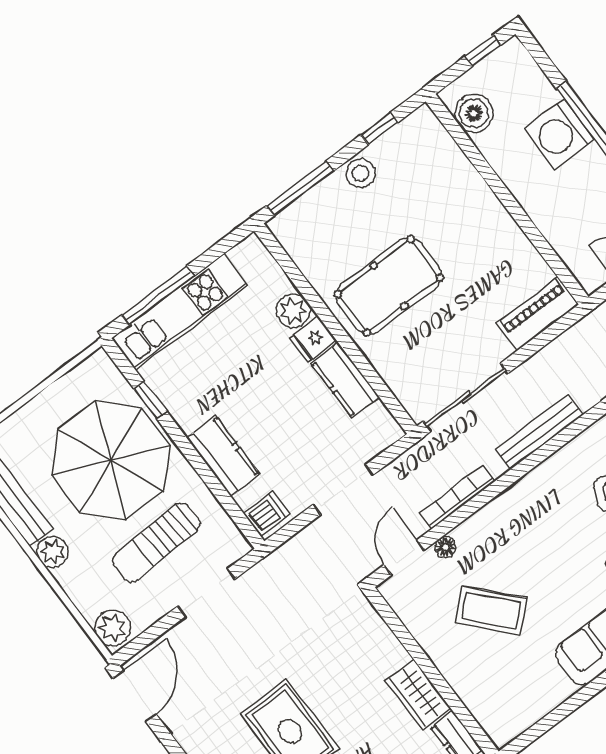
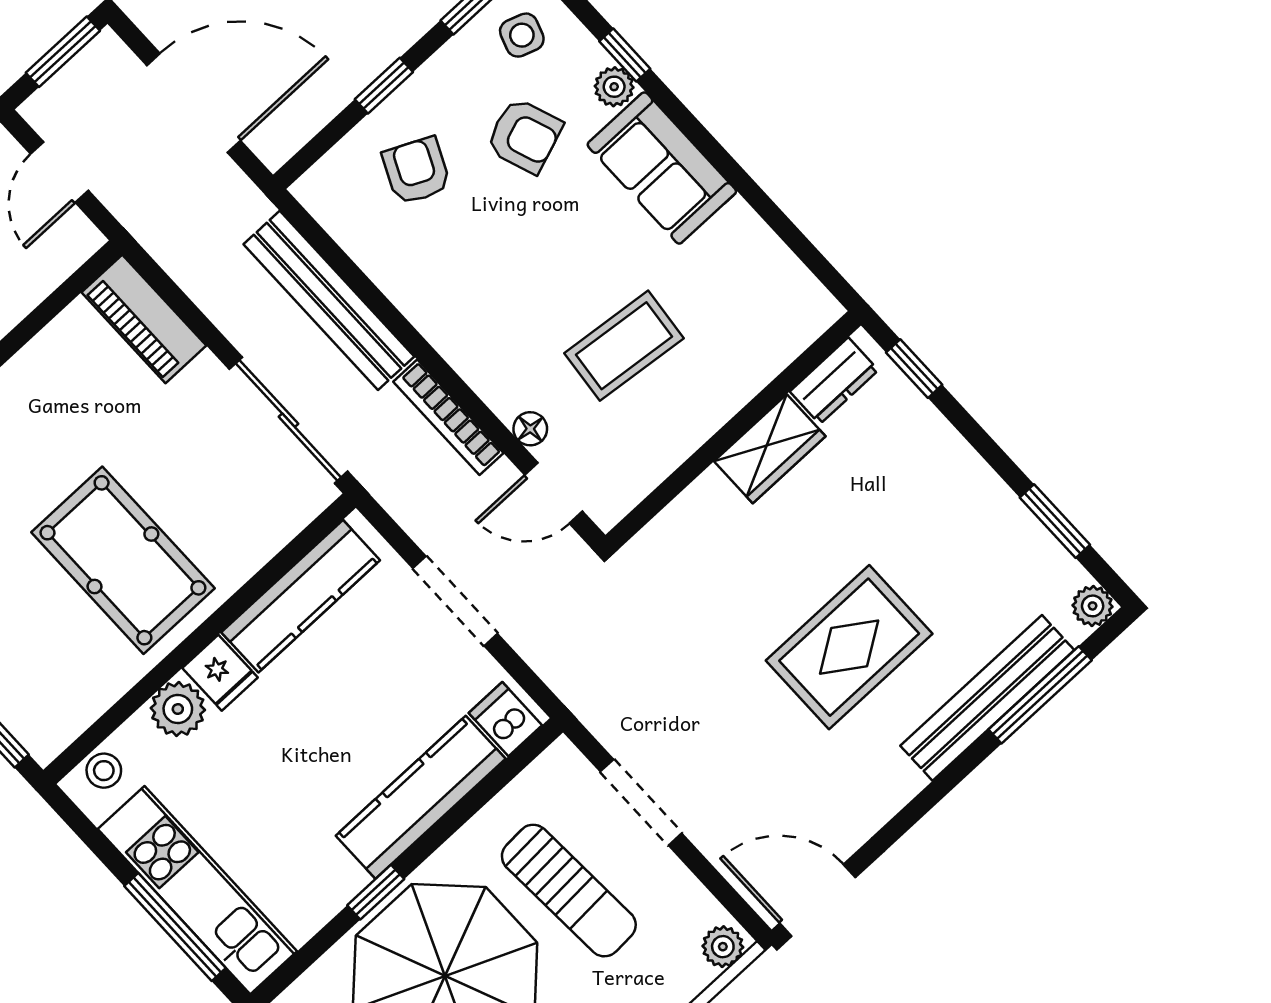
stool: (259, 261) -> (104, 771), added
kitchen counter: (345, 380) -> (301, 596), width x1.50
window: (151, 400) -> (376, 892), moved
bench: (539, 432) -> (329, 300), width x1.37, depth x1.21
kitchen counter: (223, 456) -> (421, 797), width x1.50
coffee table: (491, 610) -> (624, 346), turned 48
plant: (113, 628) -> (723, 947), width x0.73, depth x0.73

